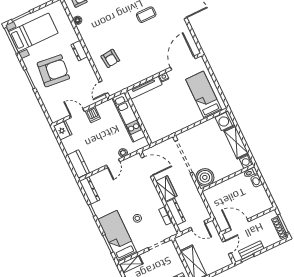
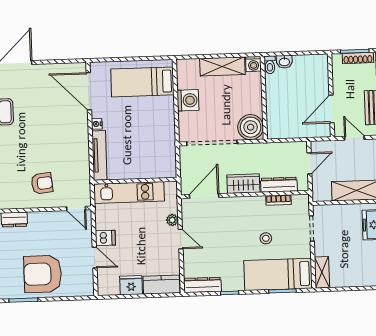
armchair: (53, 71) -> (43, 274), moved, turned -96
door: (77, 113) -> (95, 257), swing flipped
washing machine: (225, 121) -> (188, 100), moved, turned -90
fridge: (63, 130) -> (131, 285), moved

